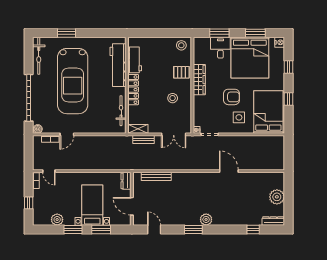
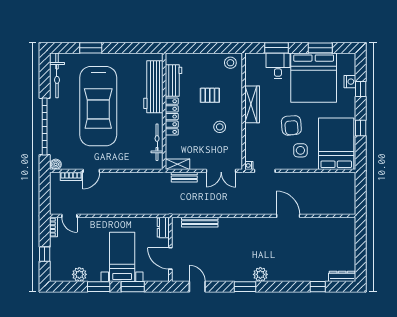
nightstand: (280, 42) -> (350, 82), moved
pallet: (181, 72) -> (210, 95), moved
armchair: (231, 97) -> (291, 125), turned 85
plant: (277, 197) -> (346, 247), removed

